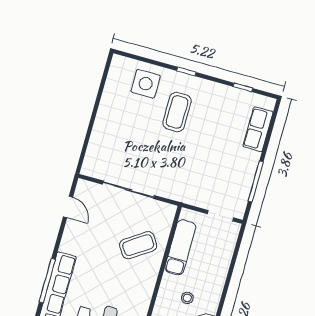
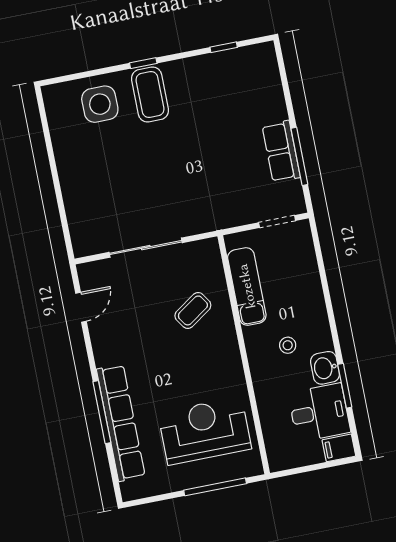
coffee table: (177, 112) -> (150, 94), moved
row of seats: (258, 129) -> (281, 151), moved
door: (68, 207) -> (81, 307), hinge flipped
coffee table: (138, 245) -> (193, 310), width x0.73, depth x0.77

